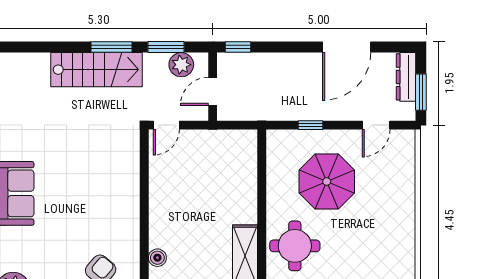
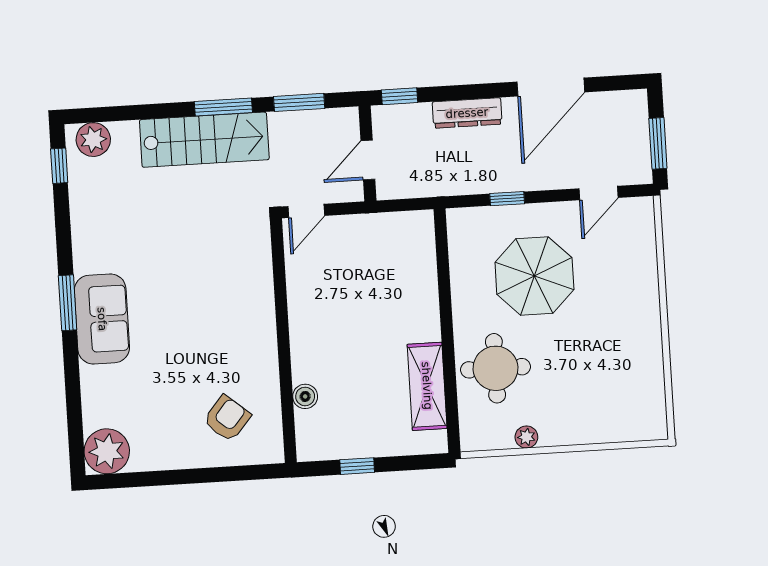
plant: (181, 65) -> (93, 140), moved
dresser: (406, 77) -> (467, 113), moved, turned -90

